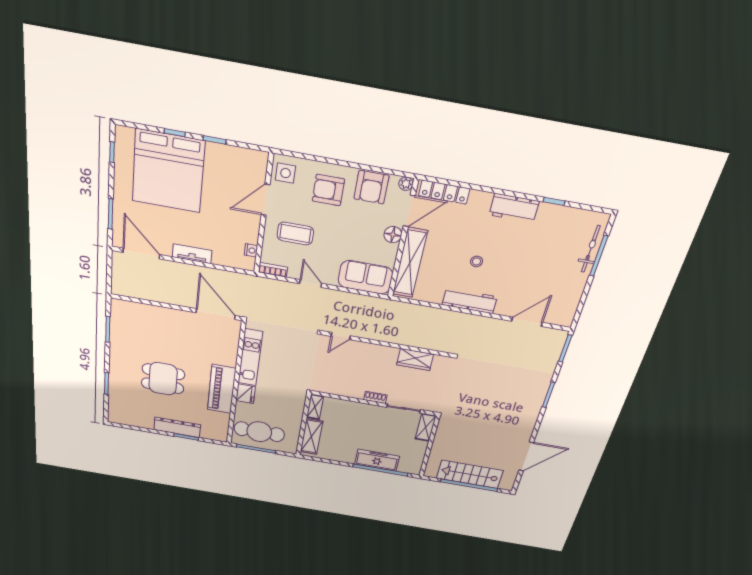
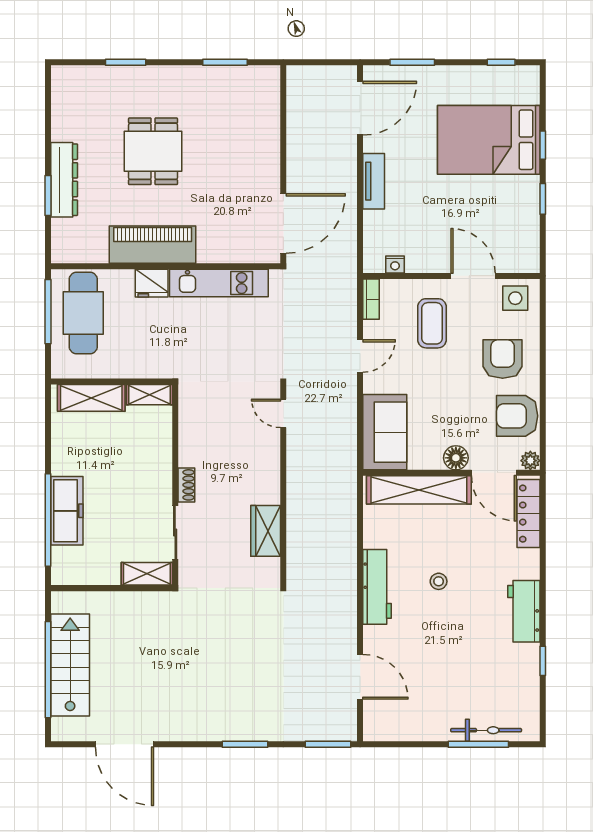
bed: (168, 171) -> (489, 140), width x0.73

